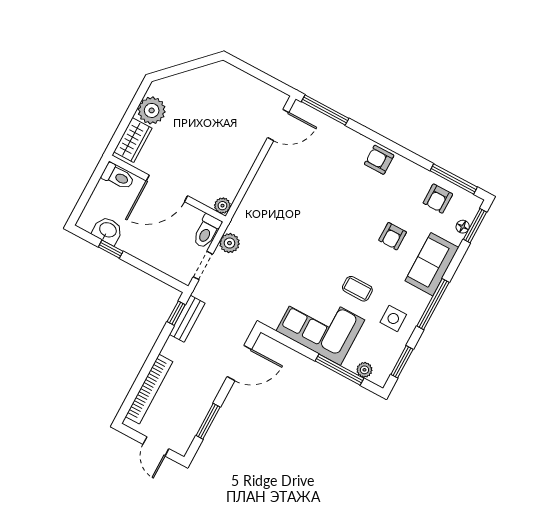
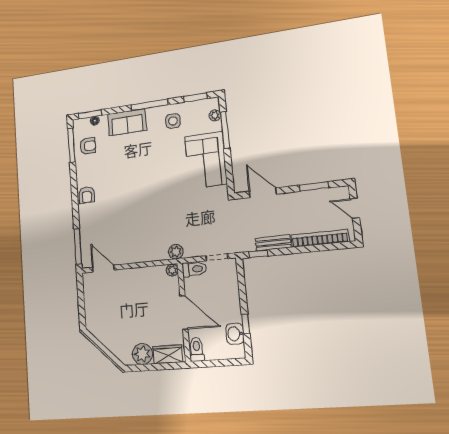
armchair: (393, 236) -> (125, 156), removed
plant: (230, 243) -> (176, 252), moved
coffee table: (357, 289) -> (169, 154), removed
bench: (187, 319) -> (273, 243), moved
door: (156, 446) -> (355, 208), swing flipped

